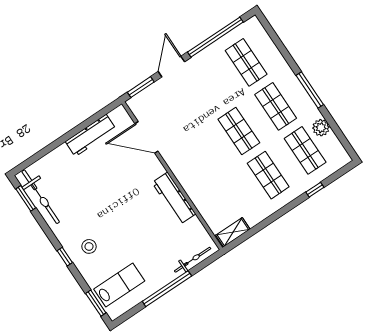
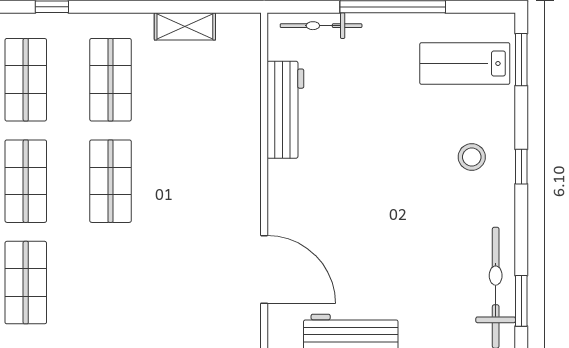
workbench: (174, 198) -> (285, 110), moved
shelving: (233, 232) -> (185, 26), moved

